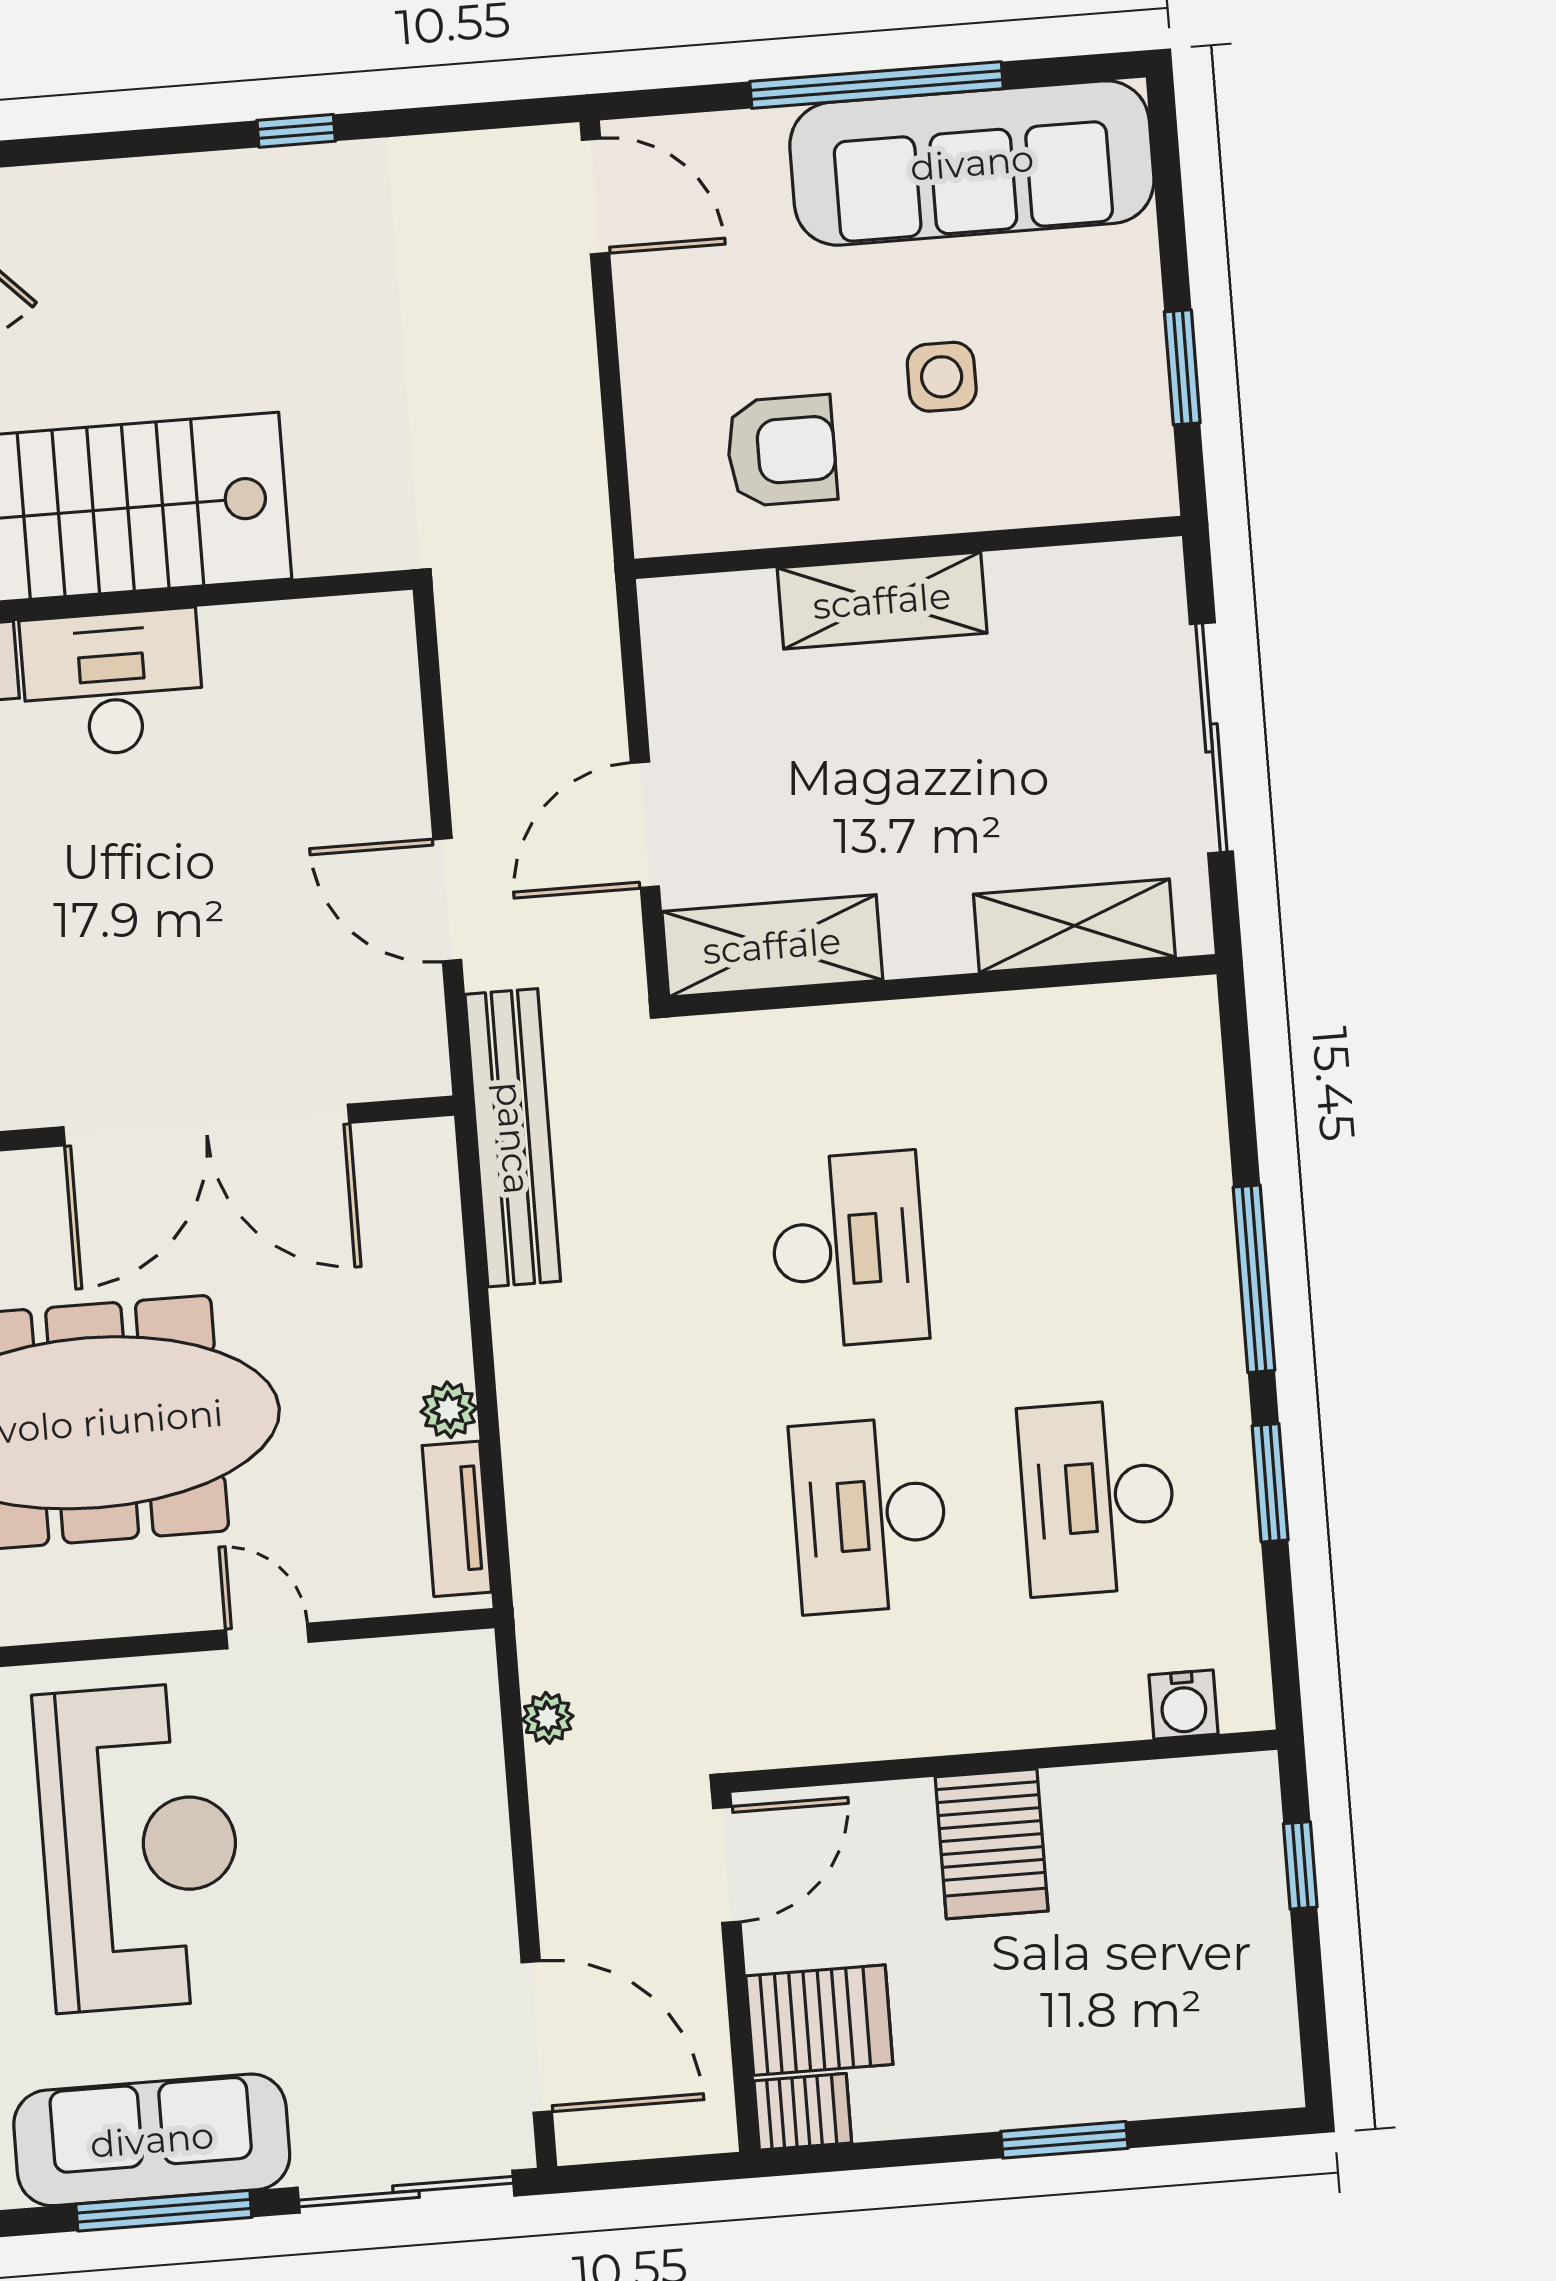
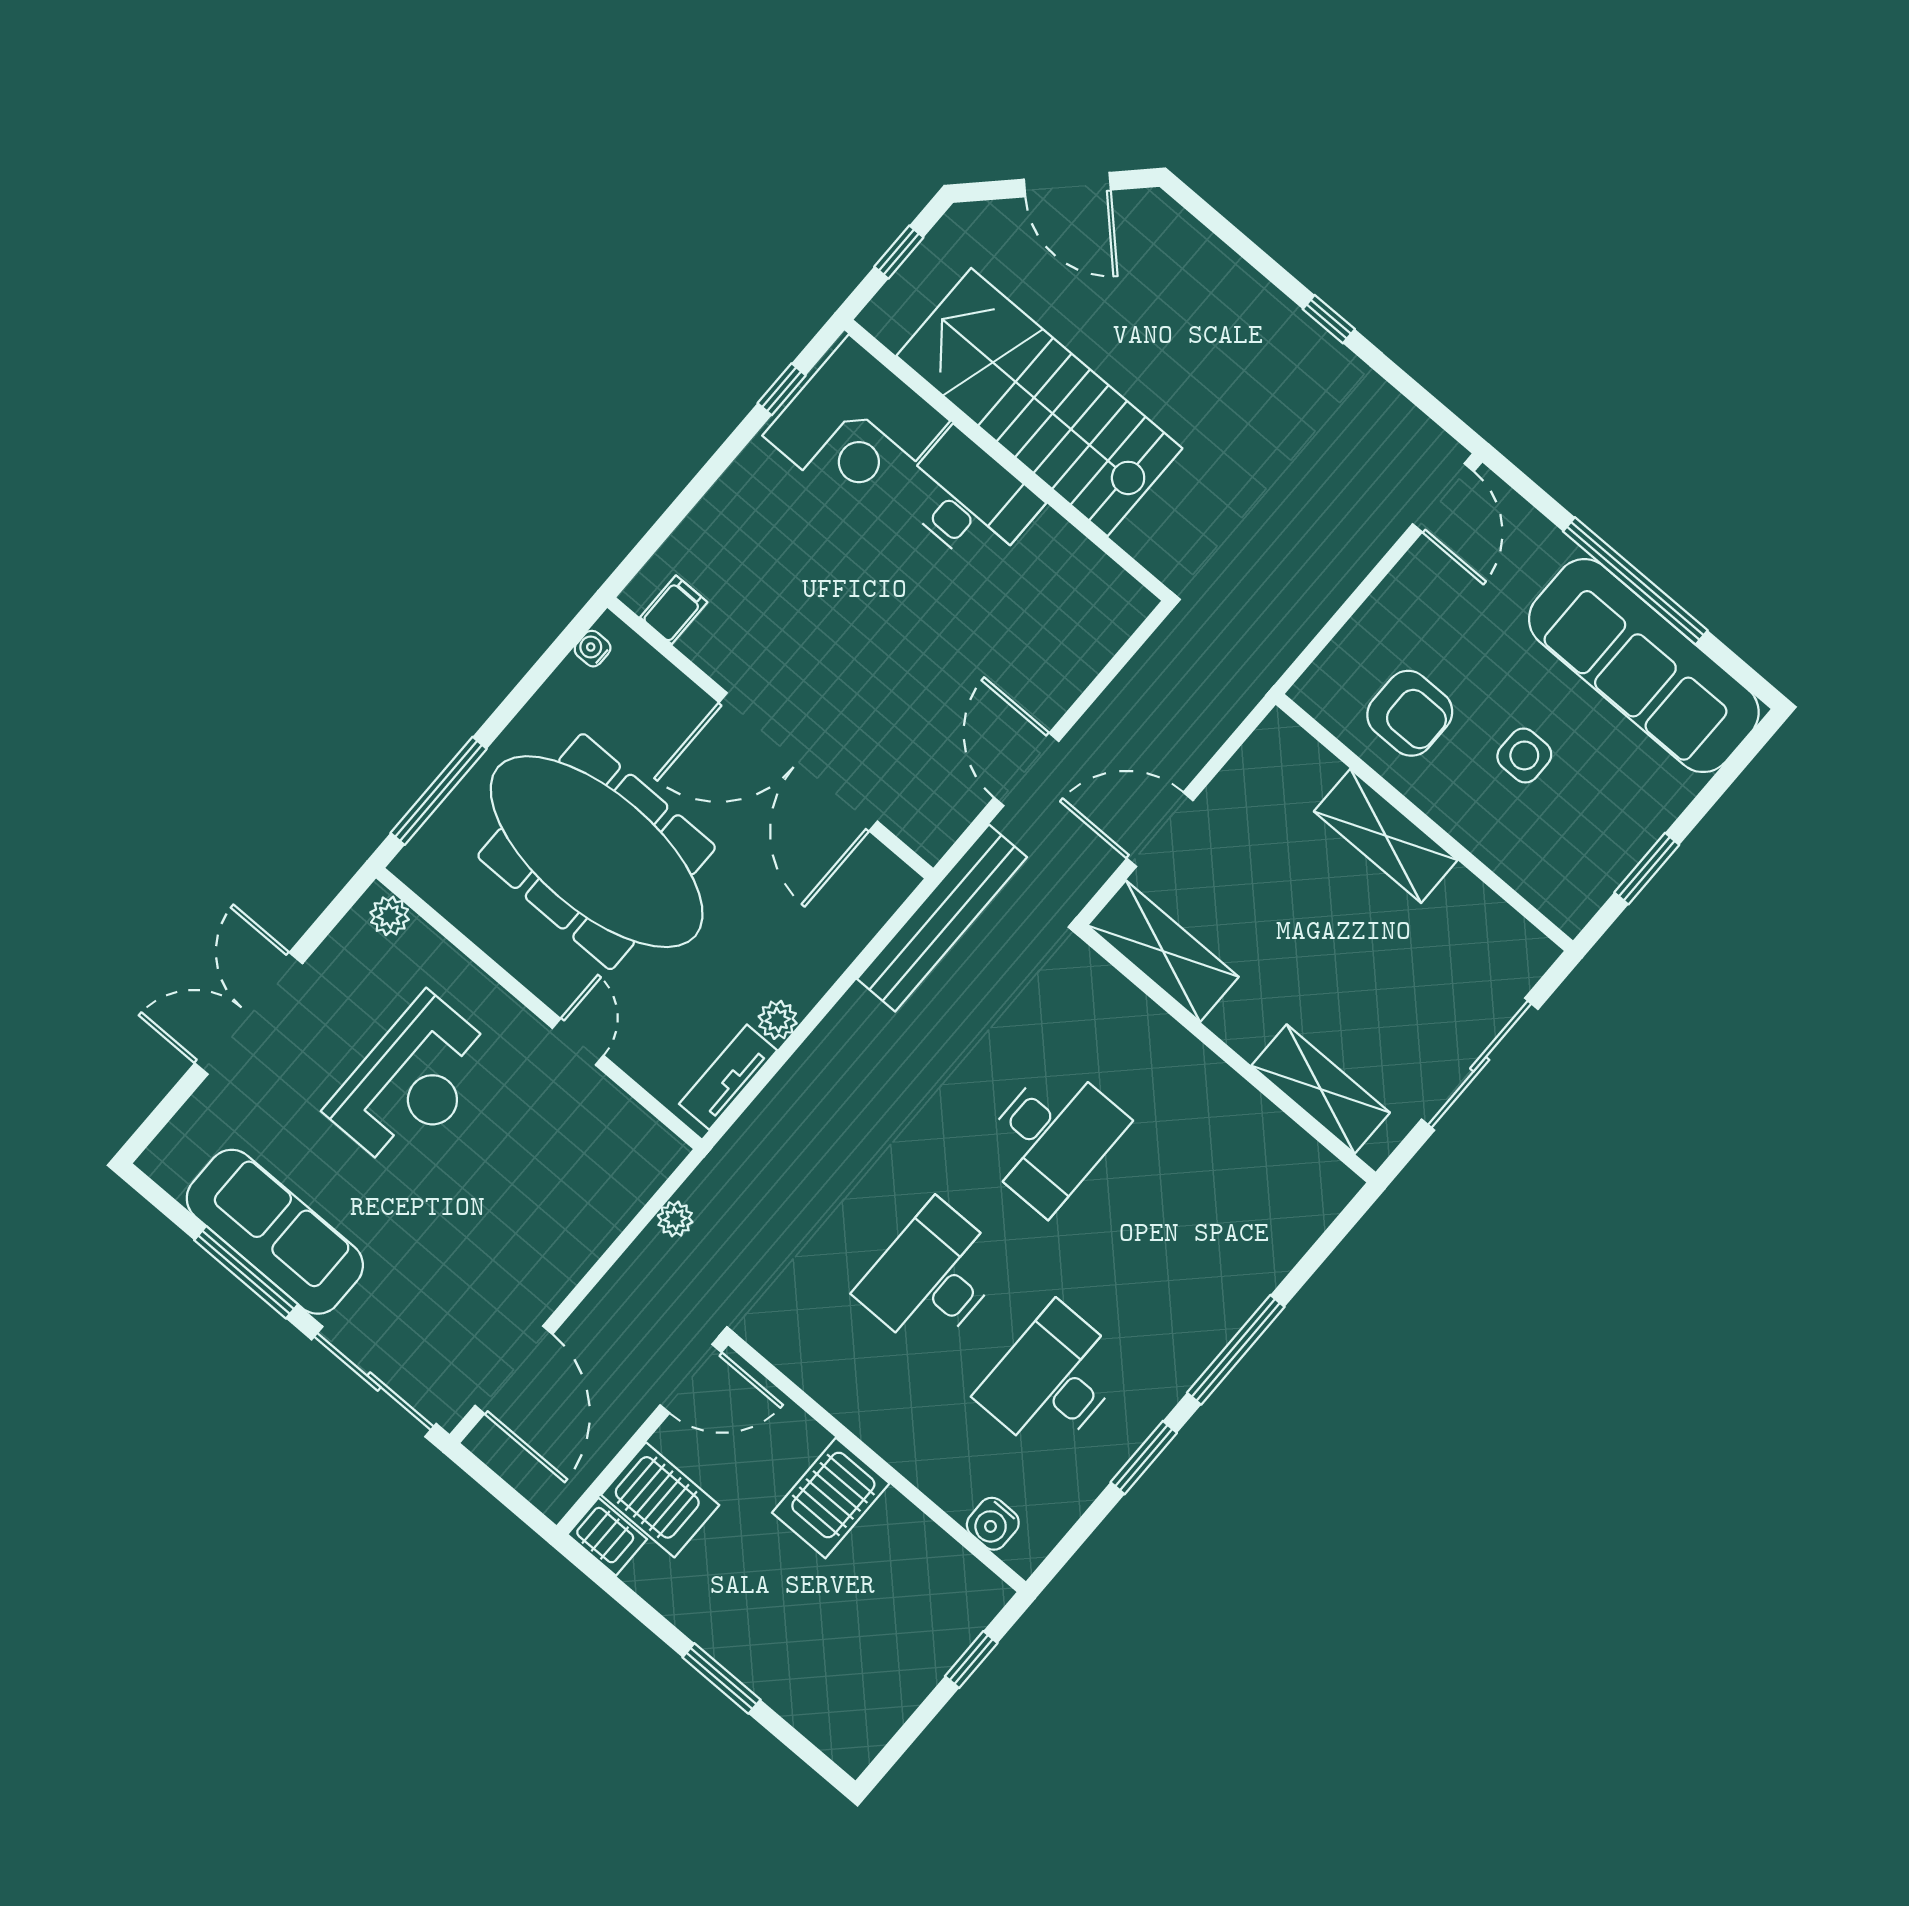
reception desk: (140, 1847) -> (412, 1083), width x0.74, depth x0.77

